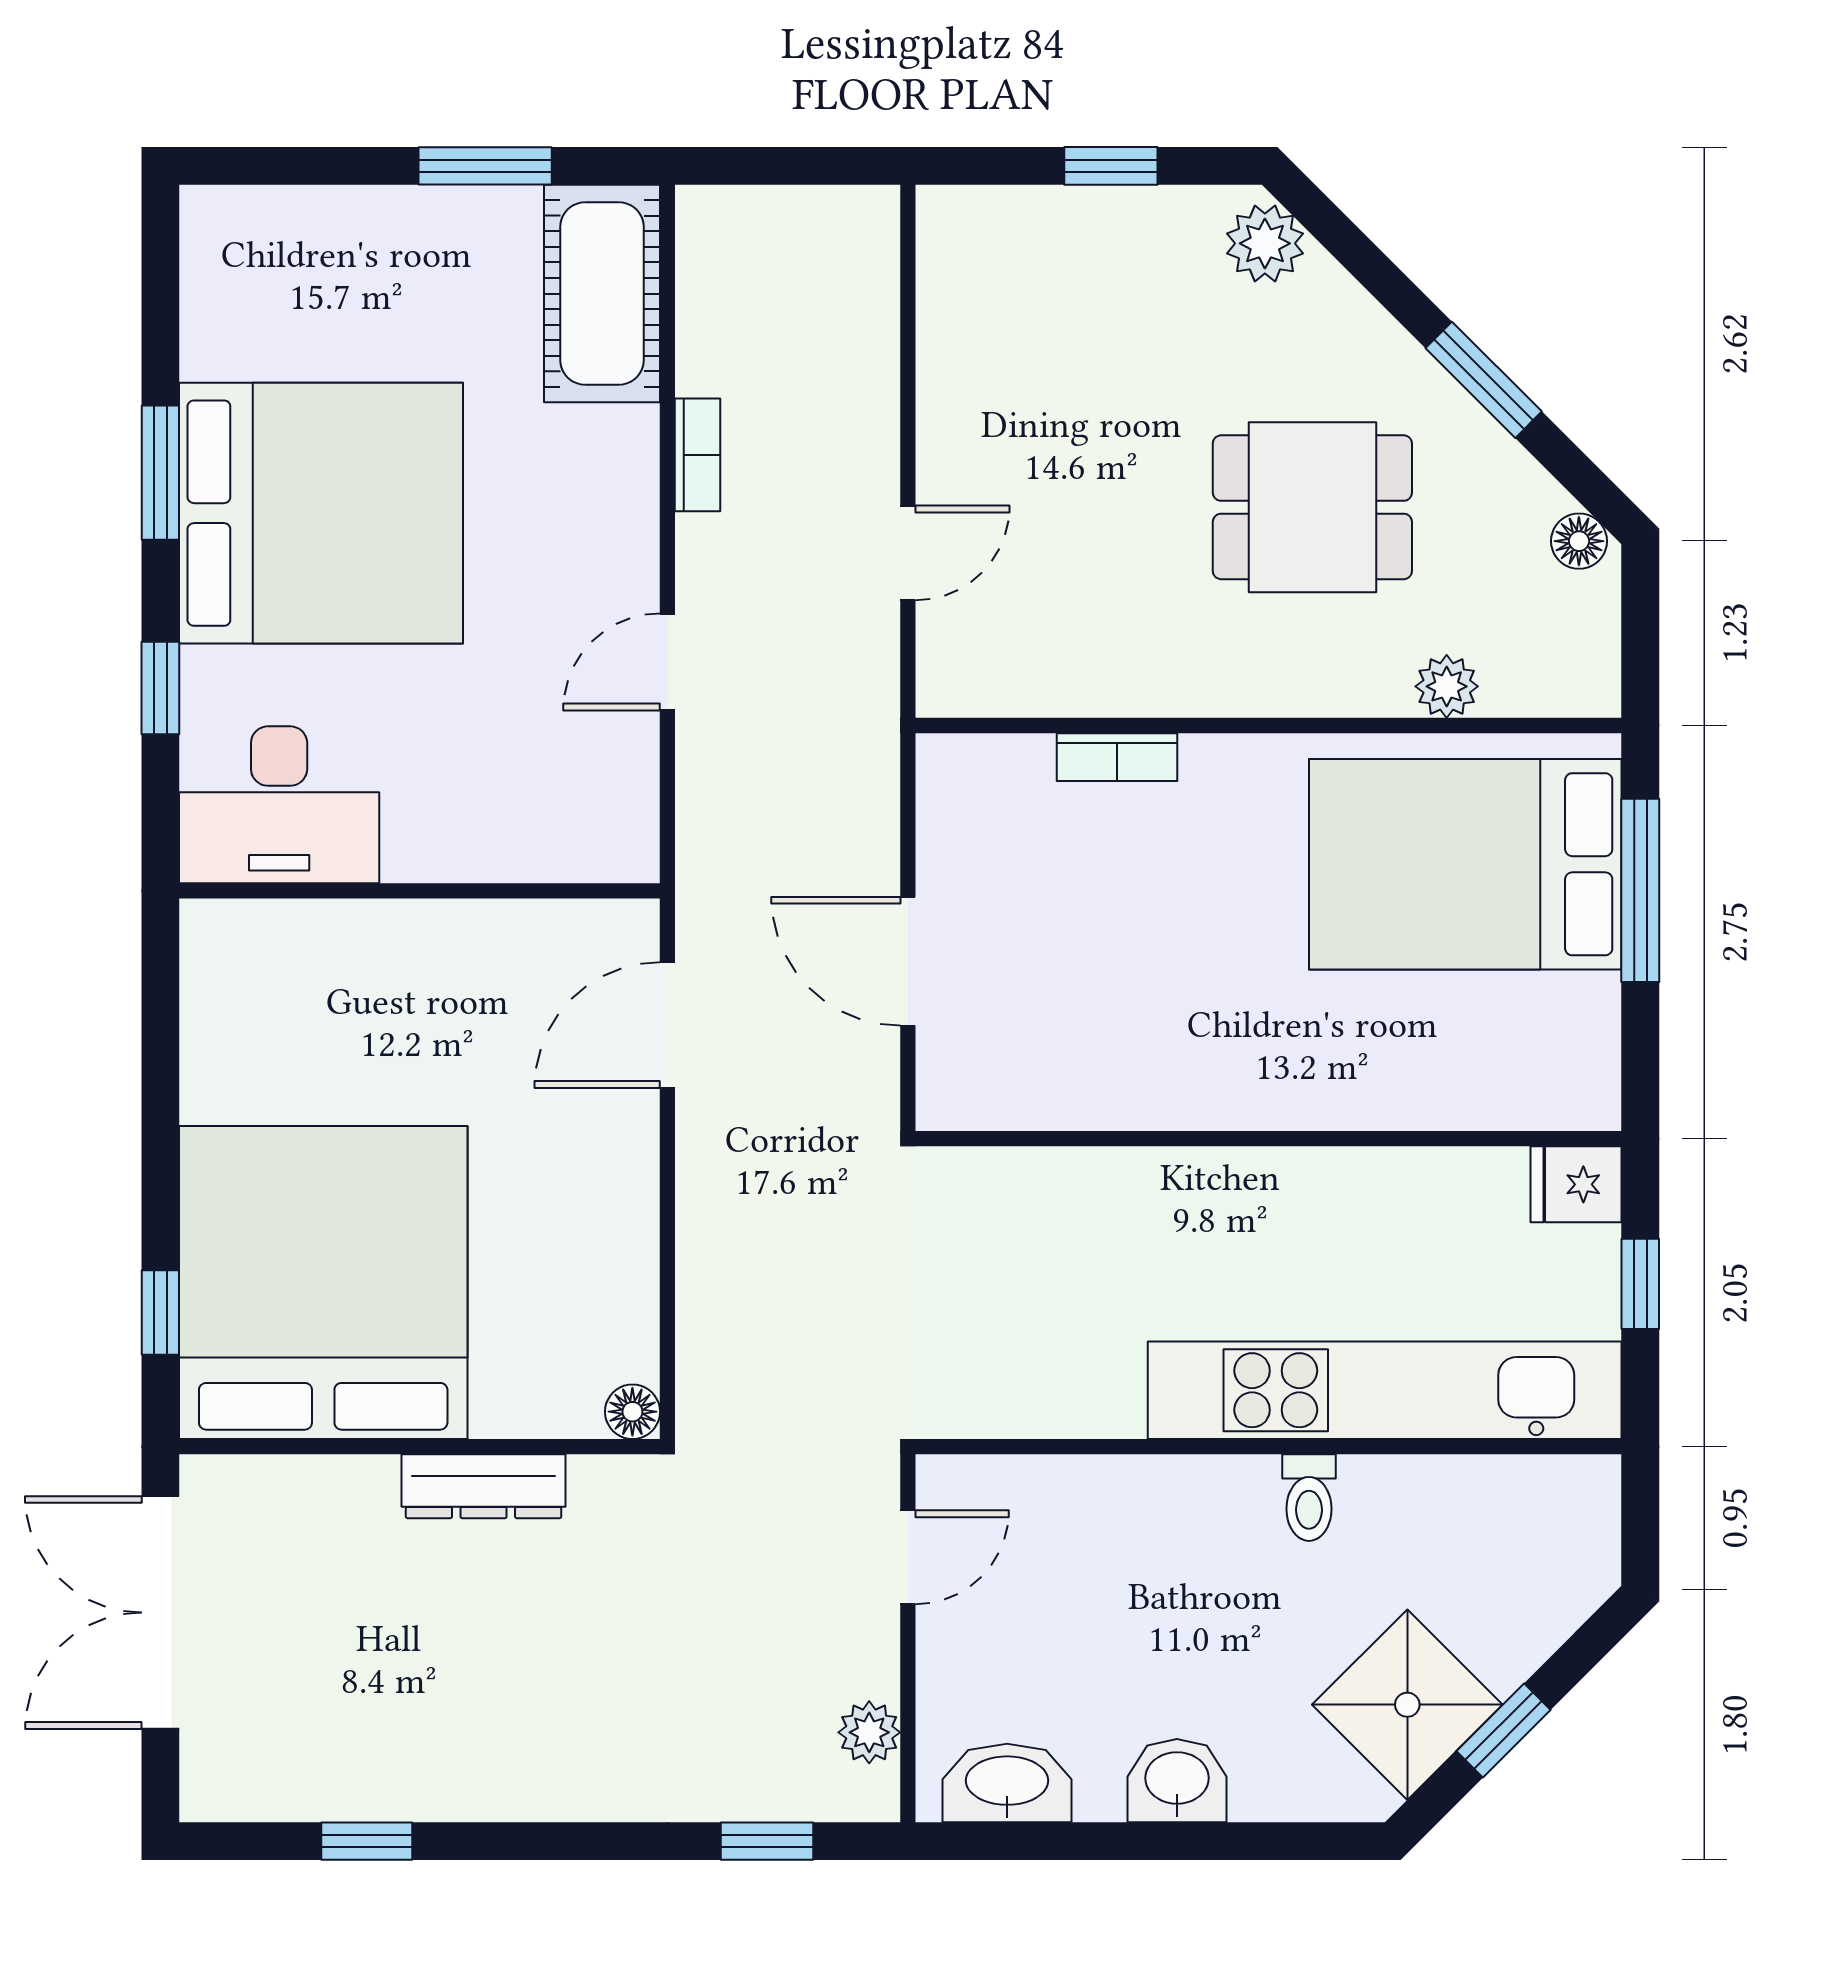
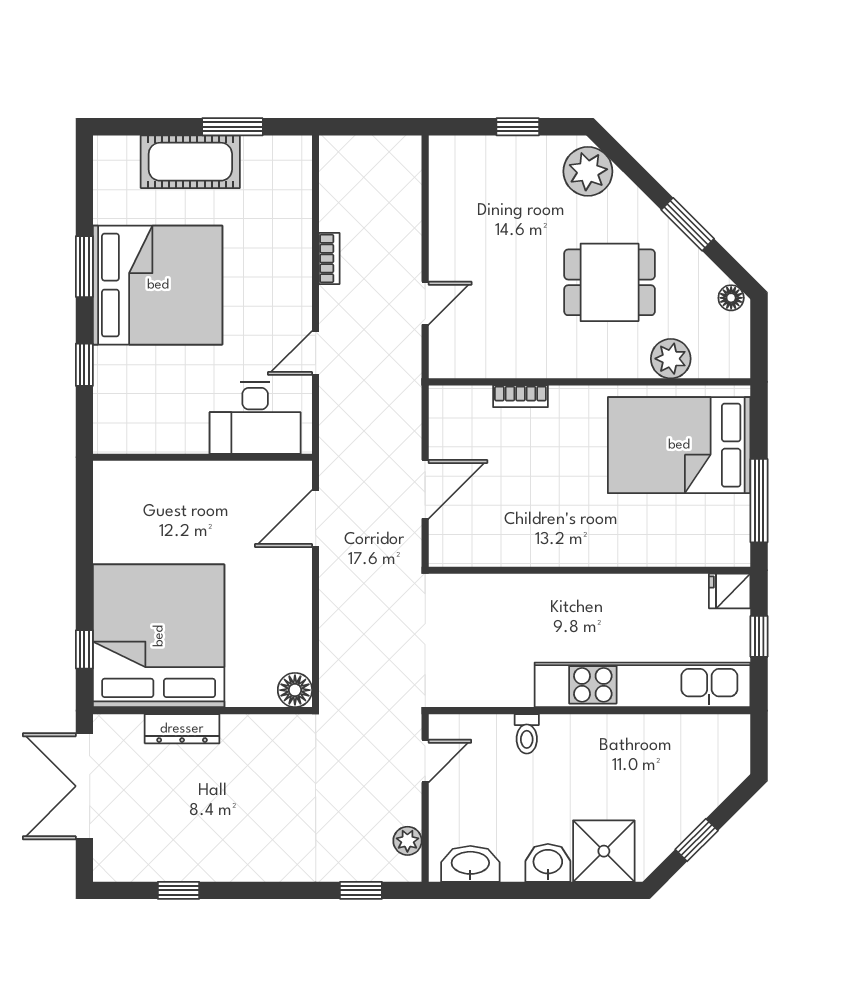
plant: (1265, 243) -> (588, 171), width x1.36, depth x1.36
cot: (602, 294) -> (190, 162), moved, turned 90
plant: (1447, 686) -> (671, 359), width x1.38, depth x1.38
desk: (279, 805) -> (255, 418), moved
window: (1640, 890) -> (759, 501), moved
door: (908, 961) -> (425, 489), swing flipped
floor lamp: (632, 1412) -> (295, 690), width x1.37, depth x1.37
dresser: (484, 1486) -> (182, 729), moved
toilet: (1309, 1498) -> (527, 734), moved
shower: (1407, 1705) -> (604, 851), moved, turned 45

